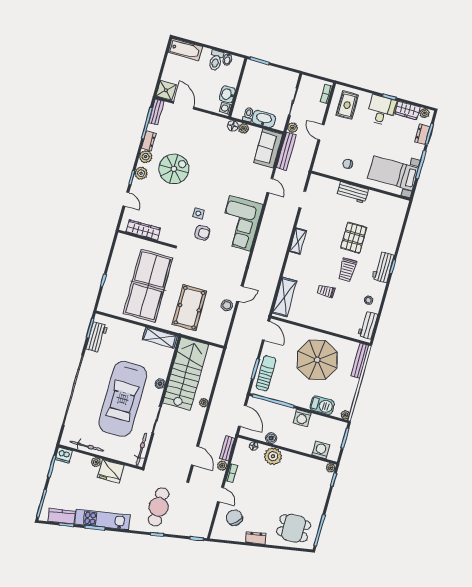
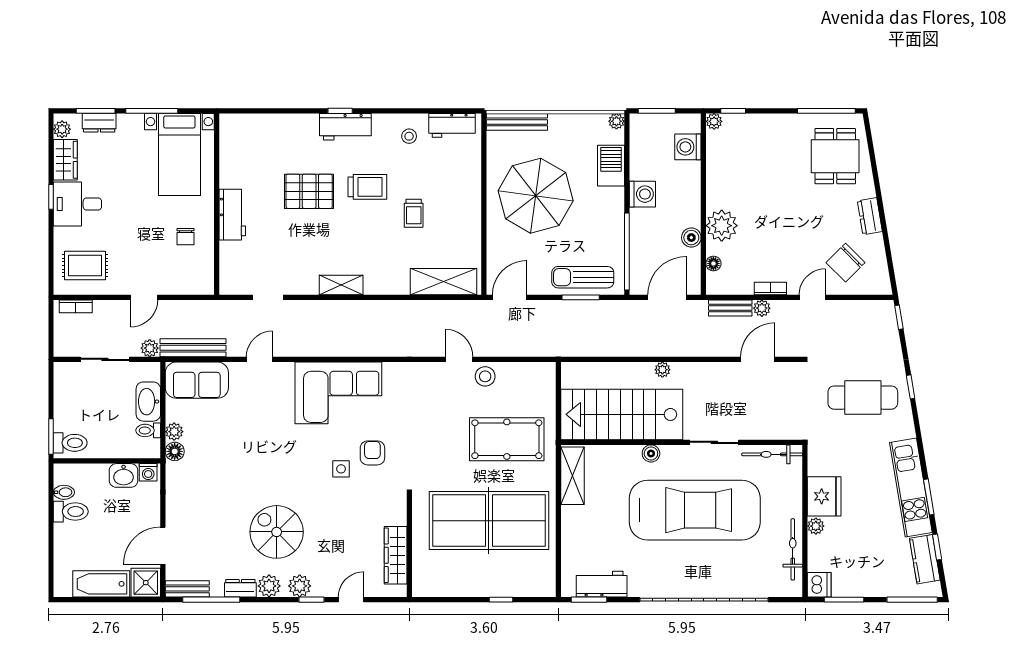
bathtub: (185, 50) -> (101, 584), moved, turned -90
toilet: (253, 70) -> (70, 443), added

